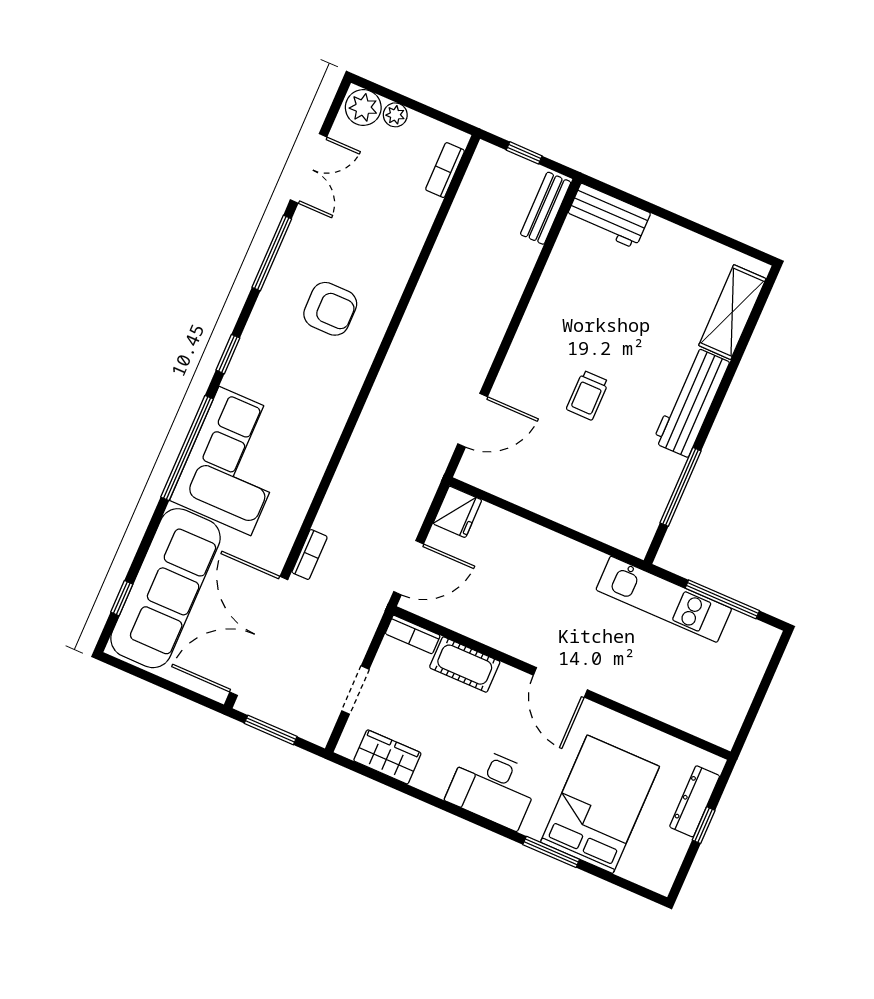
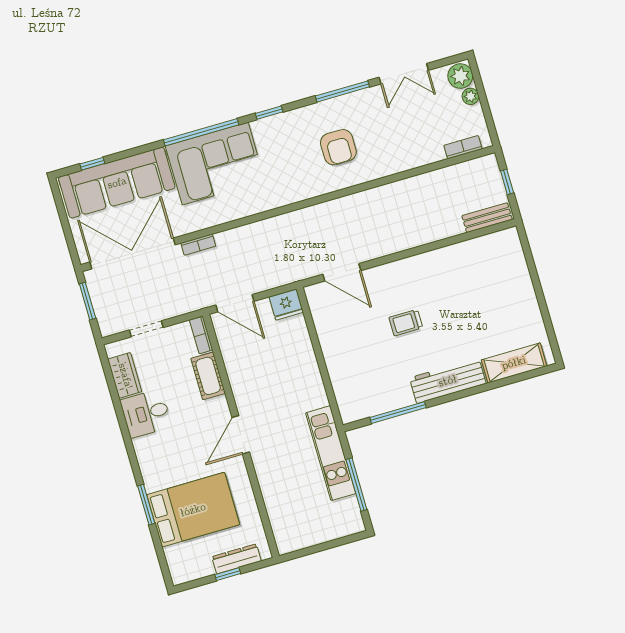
workbench: (608, 216) -> (511, 254), removed
desk: (493, 787) -> (146, 413), moved, width x0.73

